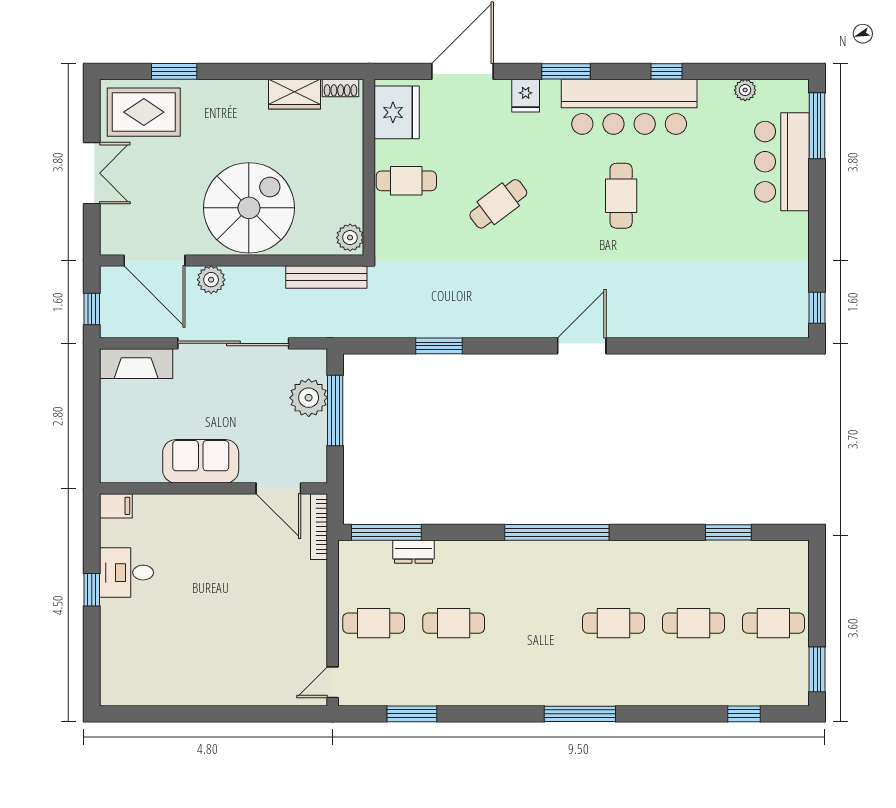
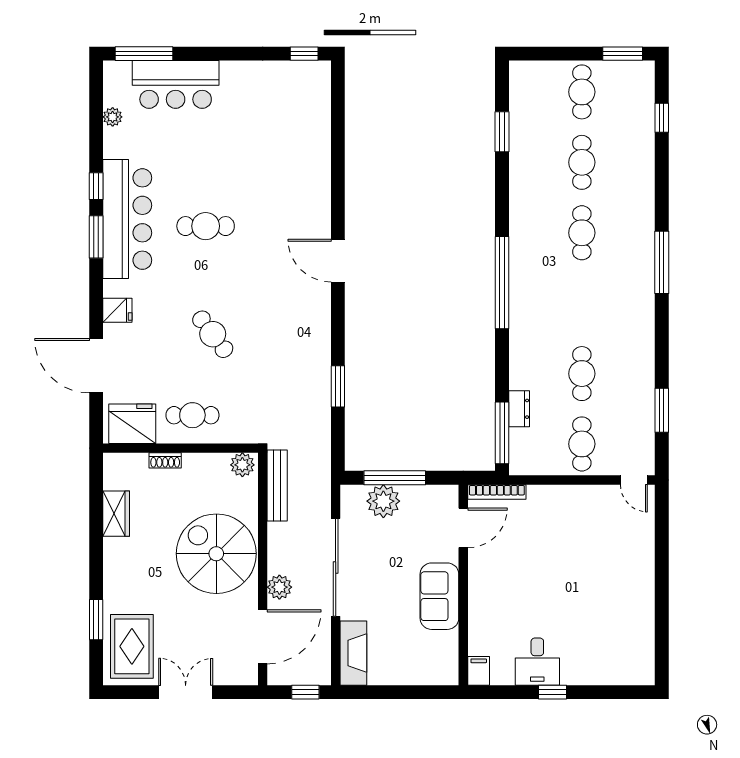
window: (566, 71) -> (96, 237), moved
shoe rack: (341, 88) -> (165, 460), moved, turned 90
cafe table: (406, 181) -> (192, 415), turned 90

